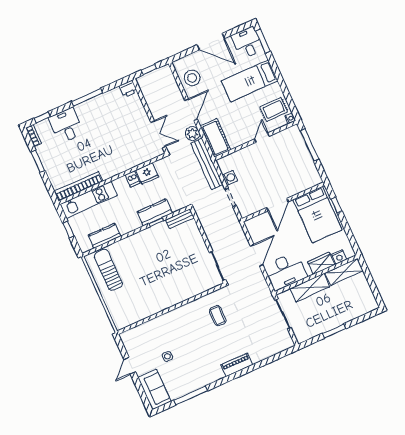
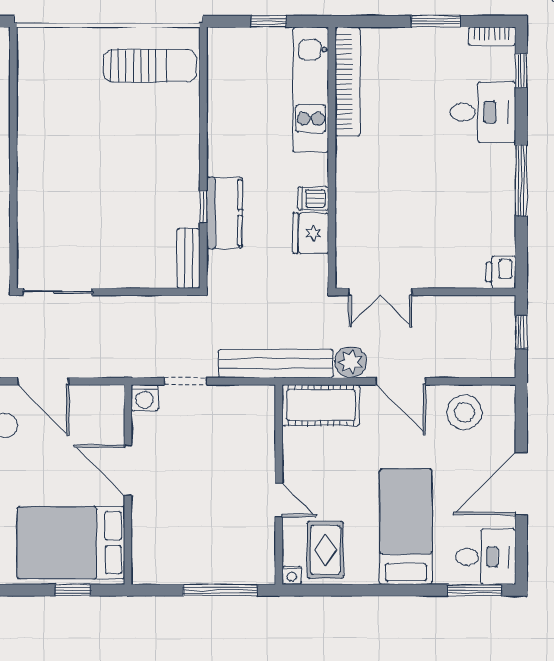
washing machine: (230, 178) -> (144, 398), moved
kitchen counter: (104, 236) -> (223, 89), removed

